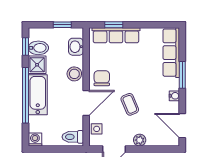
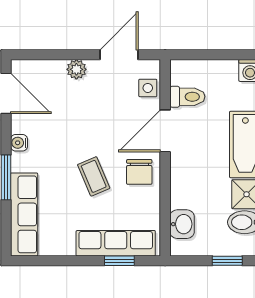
window: (62, 25) -> (227, 261), moved
stool: (74, 74) -> (185, 179), removed
coffee table: (130, 104) -> (94, 176), moved
toilet: (73, 137) -> (187, 97), moved

